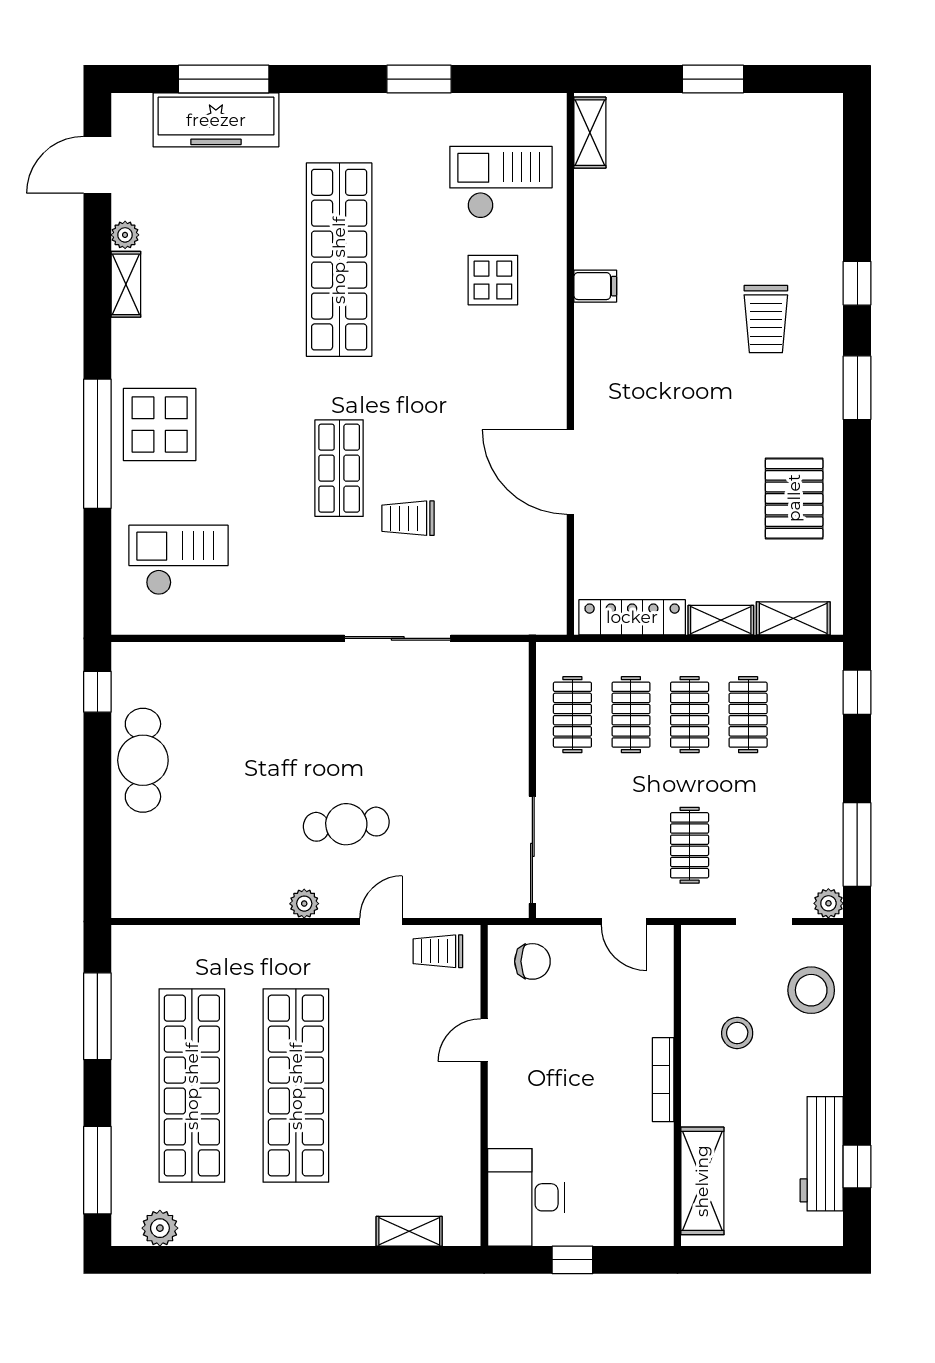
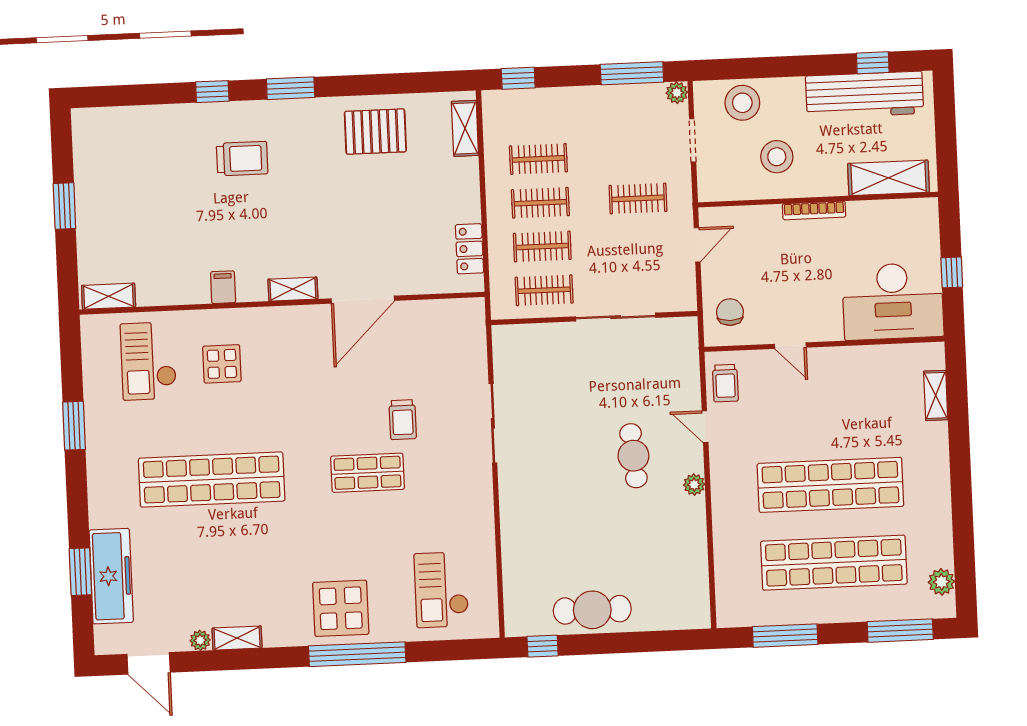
window: (224, 79) -> (80, 572), width x0.69
locker: (632, 617) -> (469, 249), width x0.66
shelving: (721, 620) -> (293, 289), moved, turned 90
sliding door: (532, 850) -> (616, 317), moved
stool: (737, 1033) -> (777, 157), width x1.38, depth x1.38
workbench: (822, 1154) -> (865, 95), width x1.36, depth x1.32
desk: (526, 1197) -> (893, 301), width x1.36, depth x1.30

